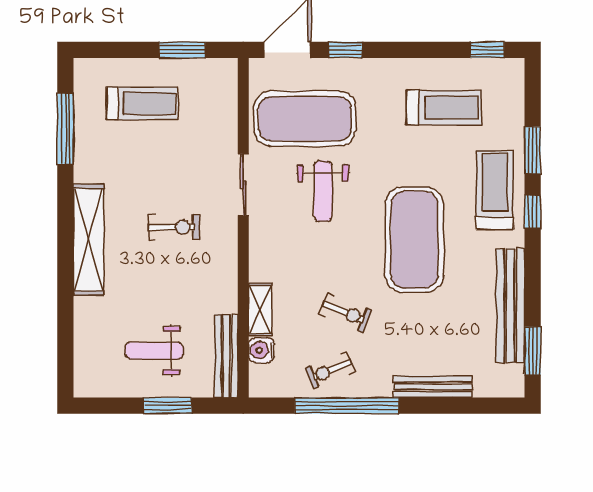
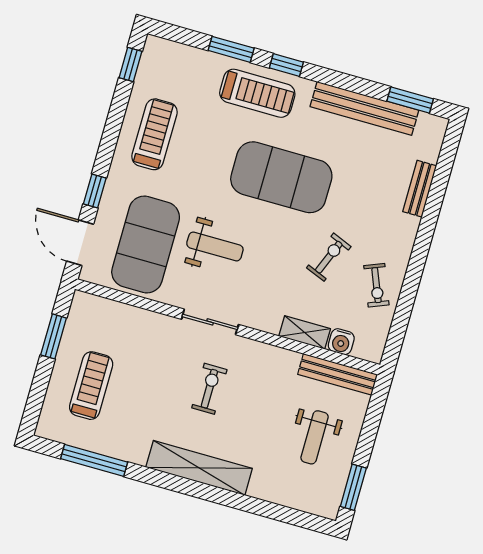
treadmill: (444, 107) -> (155, 134), moved
sliding door: (243, 185) -> (210, 322), moved
treadmill: (495, 190) -> (257, 93), turned 180
bench: (433, 387) -> (420, 189), width x0.73
window: (168, 406) -> (353, 487), moved
window: (347, 406) -> (412, 279), removed

